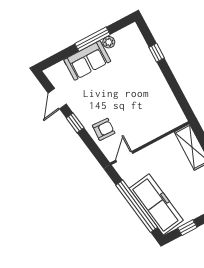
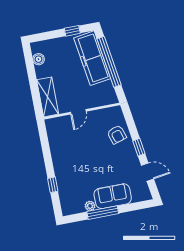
door: (57, 99) -> (148, 172), hinge flipped
armchair: (104, 129) -> (117, 134), turned -109
door: (124, 157) -> (78, 112), moved

